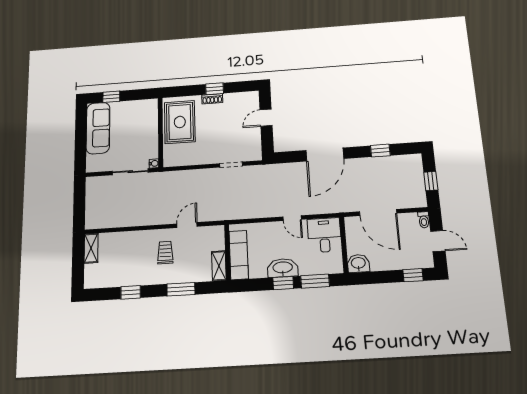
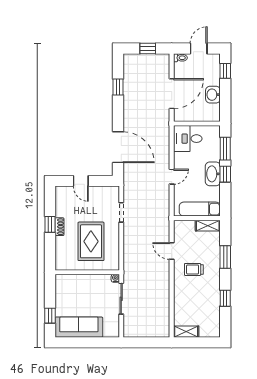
rug: (180, 122) -> (91, 241), moved, turned 90
door: (325, 154) -> (118, 147), moved
door: (292, 218) -> (172, 177), moved
washbasin: (358, 263) -> (213, 95), moved

